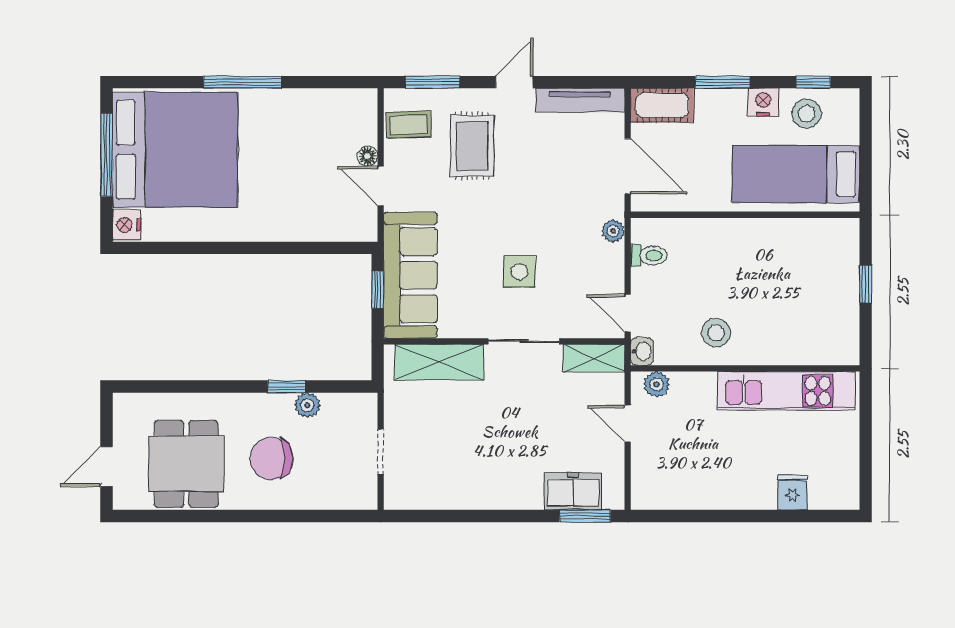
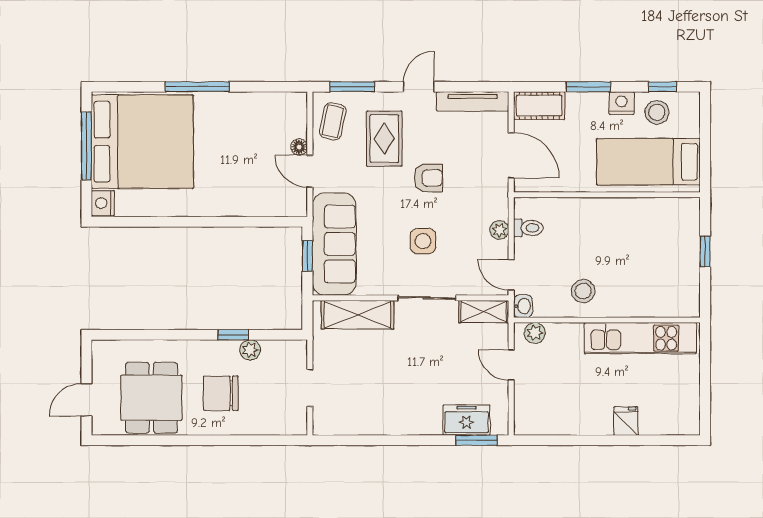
coffee table: (409, 125) -> (333, 121), turned -76
armchair: (526, 194) -> (428, 178), added
plant: (613, 231) -> (499, 230), moved
fridge: (792, 492) -> (626, 421), moved

